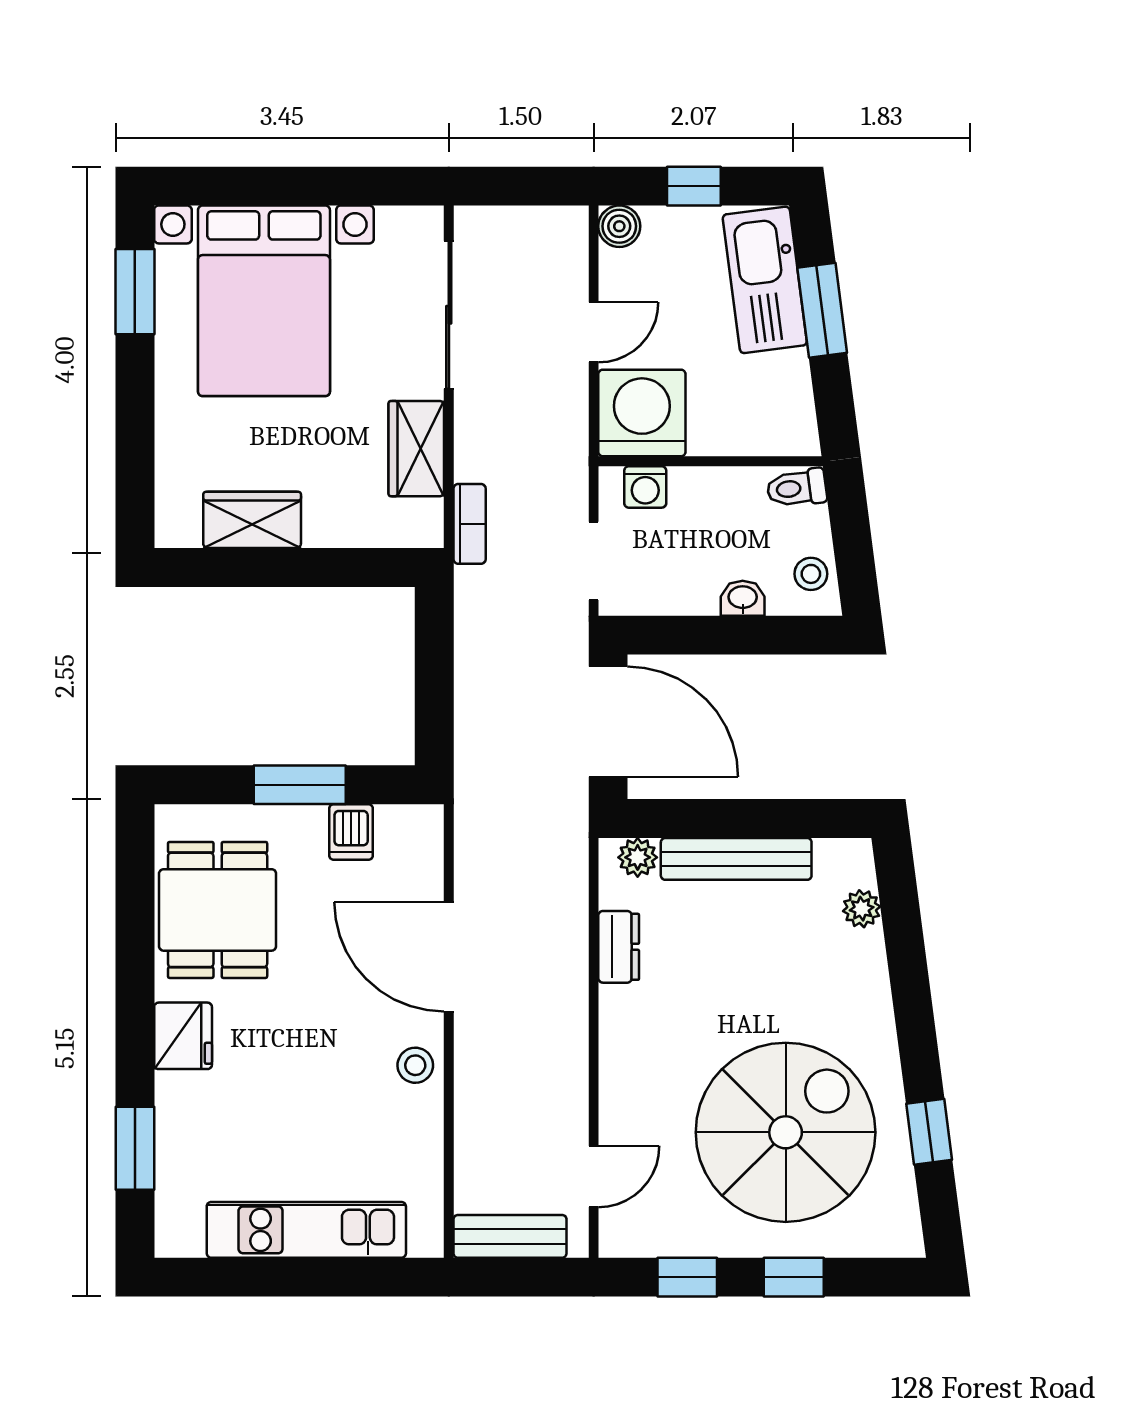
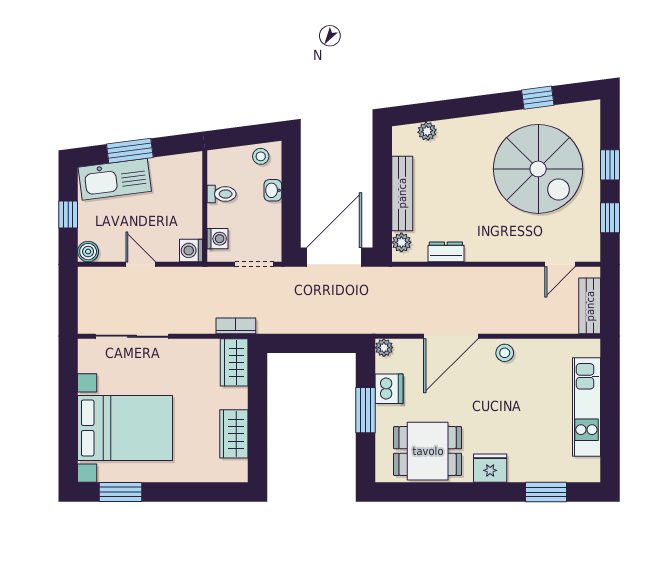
washing machine: (642, 413) -> (191, 250), width x0.53, depth x0.53
wardrobe: (416, 449) -> (234, 362), moved, turned 90
toilet: (797, 488) -> (222, 194), moved, turned -83
plant: (426, 822) -> (384, 348), added
dishwasher: (351, 832) -> (389, 389), width x1.38
spiral stairs: (786, 1132) -> (538, 169), turned 180
door: (594, 1176) -> (560, 264), swing flipped

